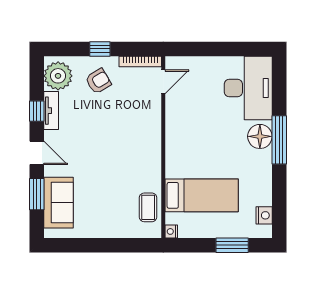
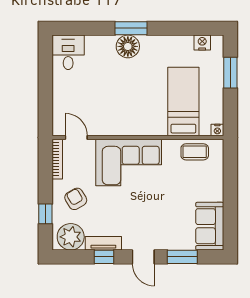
window: (100, 49) -> (45, 214), moved
desk: (248, 88) -> (68, 52), width x0.53, depth x0.77
corner sofa: (137, 137) -> (129, 163), added
window: (279, 140) -> (131, 28), width x0.69
door: (37, 153) -> (143, 257), swing flipped
sofa: (59, 203) -> (210, 226), moved, turned -90

